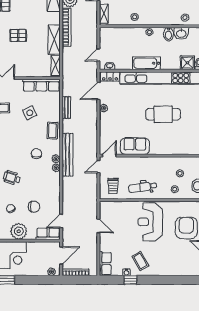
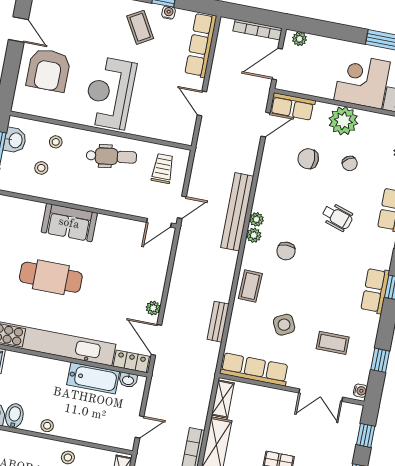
door: (98, 55) -> (140, 427), moved
bathtub: (147, 63) -> (93, 378), moved
door: (98, 91) -> (156, 340), swing flipped
sofa: (135, 146) -> (69, 223), moved
bench: (68, 155) -> (237, 212), moved
reception desk: (150, 222) -> (110, 93), turned 180
row of seats: (105, 264) -> (201, 45), width x1.48

